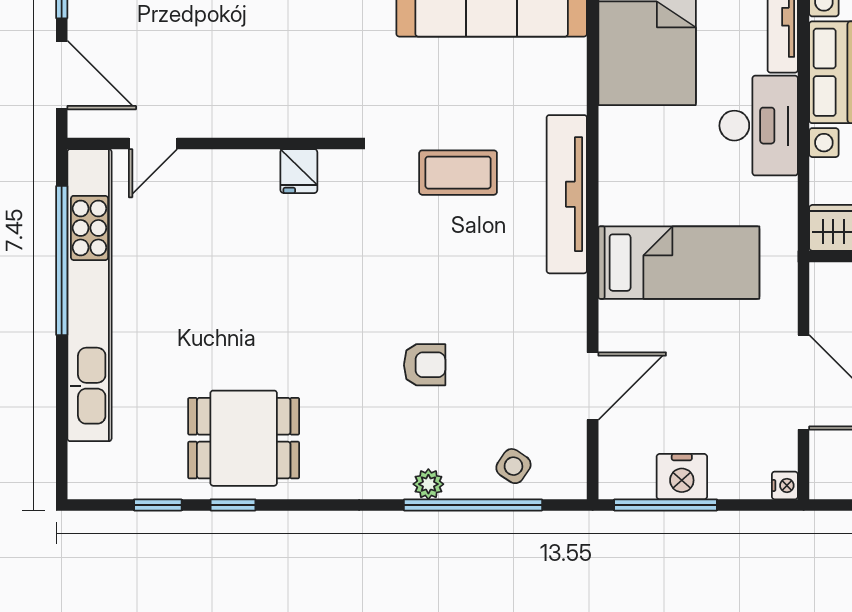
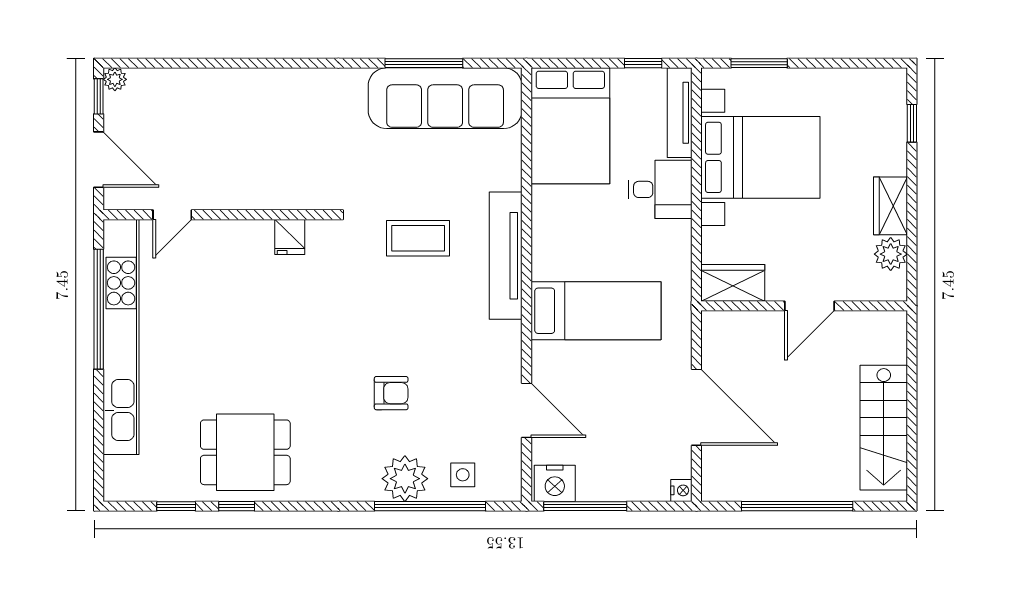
desk: (759, 126) -> (660, 189), width x0.73
door: (593, 386) -> (527, 410), hinge flipped
side table: (513, 466) -> (463, 475), turned -34
nightstand: (682, 477) -> (555, 483), moved
plant: (428, 484) -> (405, 479), width x1.88, depth x1.88

